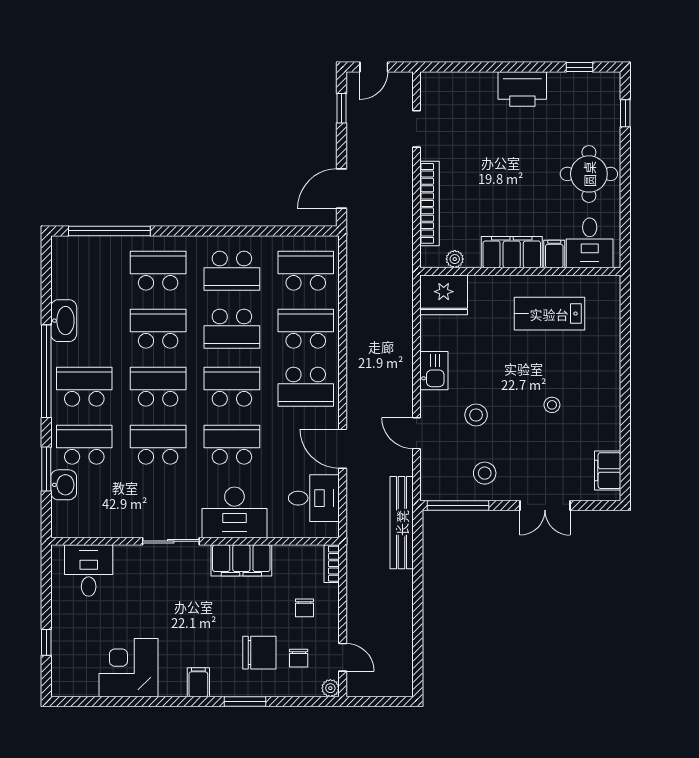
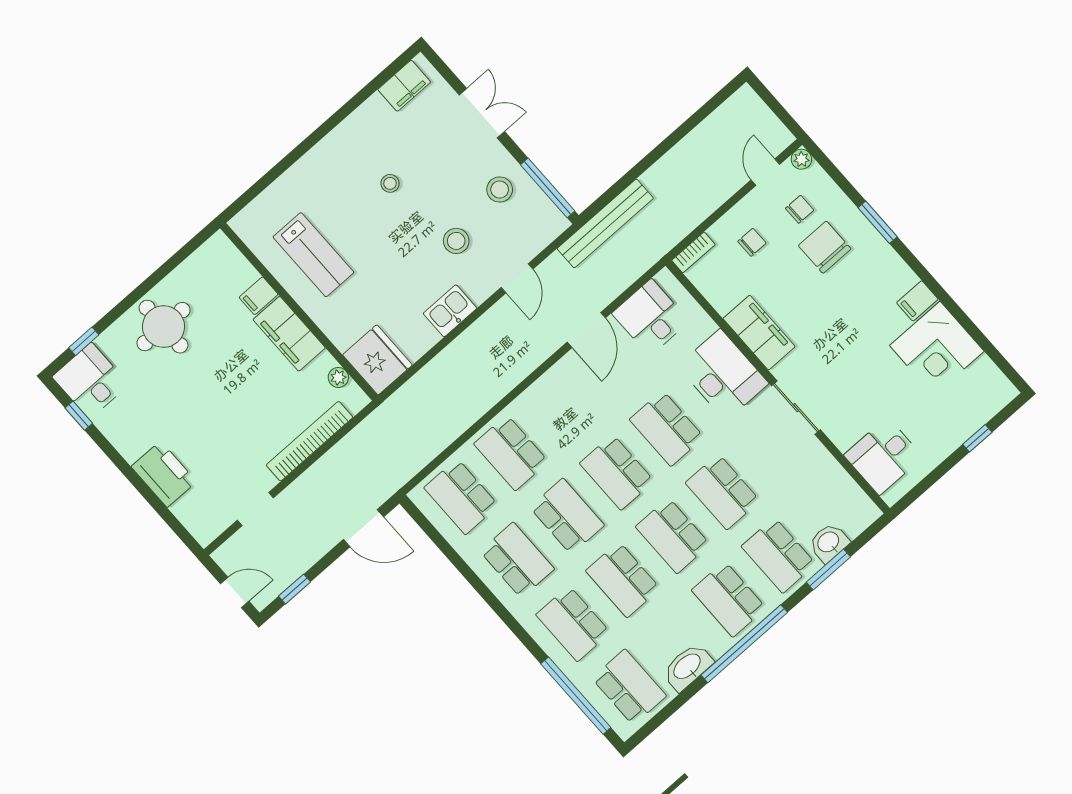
printer: (522, 89) -> (164, 474), moved
desk: (590, 243) -> (90, 381), moved, turned -90
school desk: (306, 387) -> (629, 687), moved
filing cabinet: (198, 682) -> (917, 301), moved

